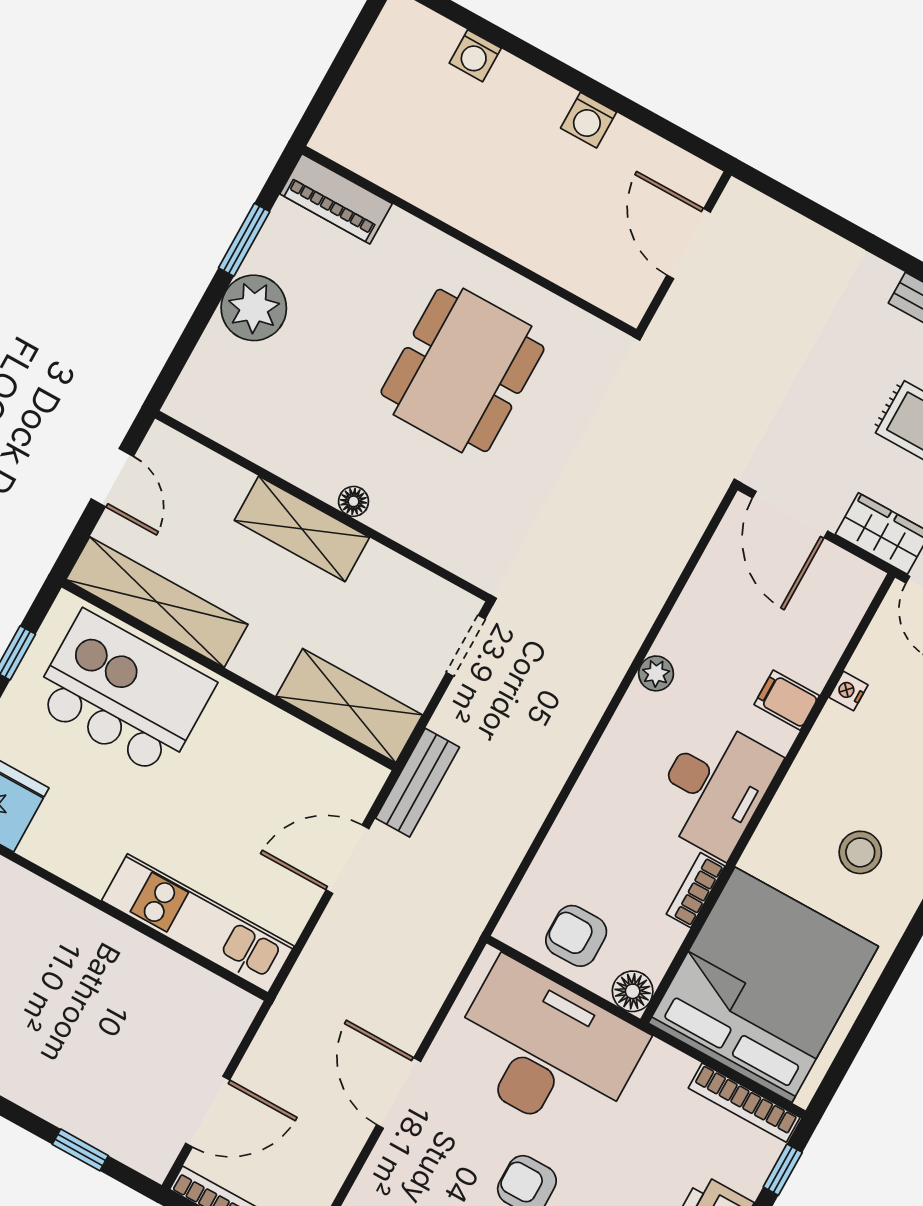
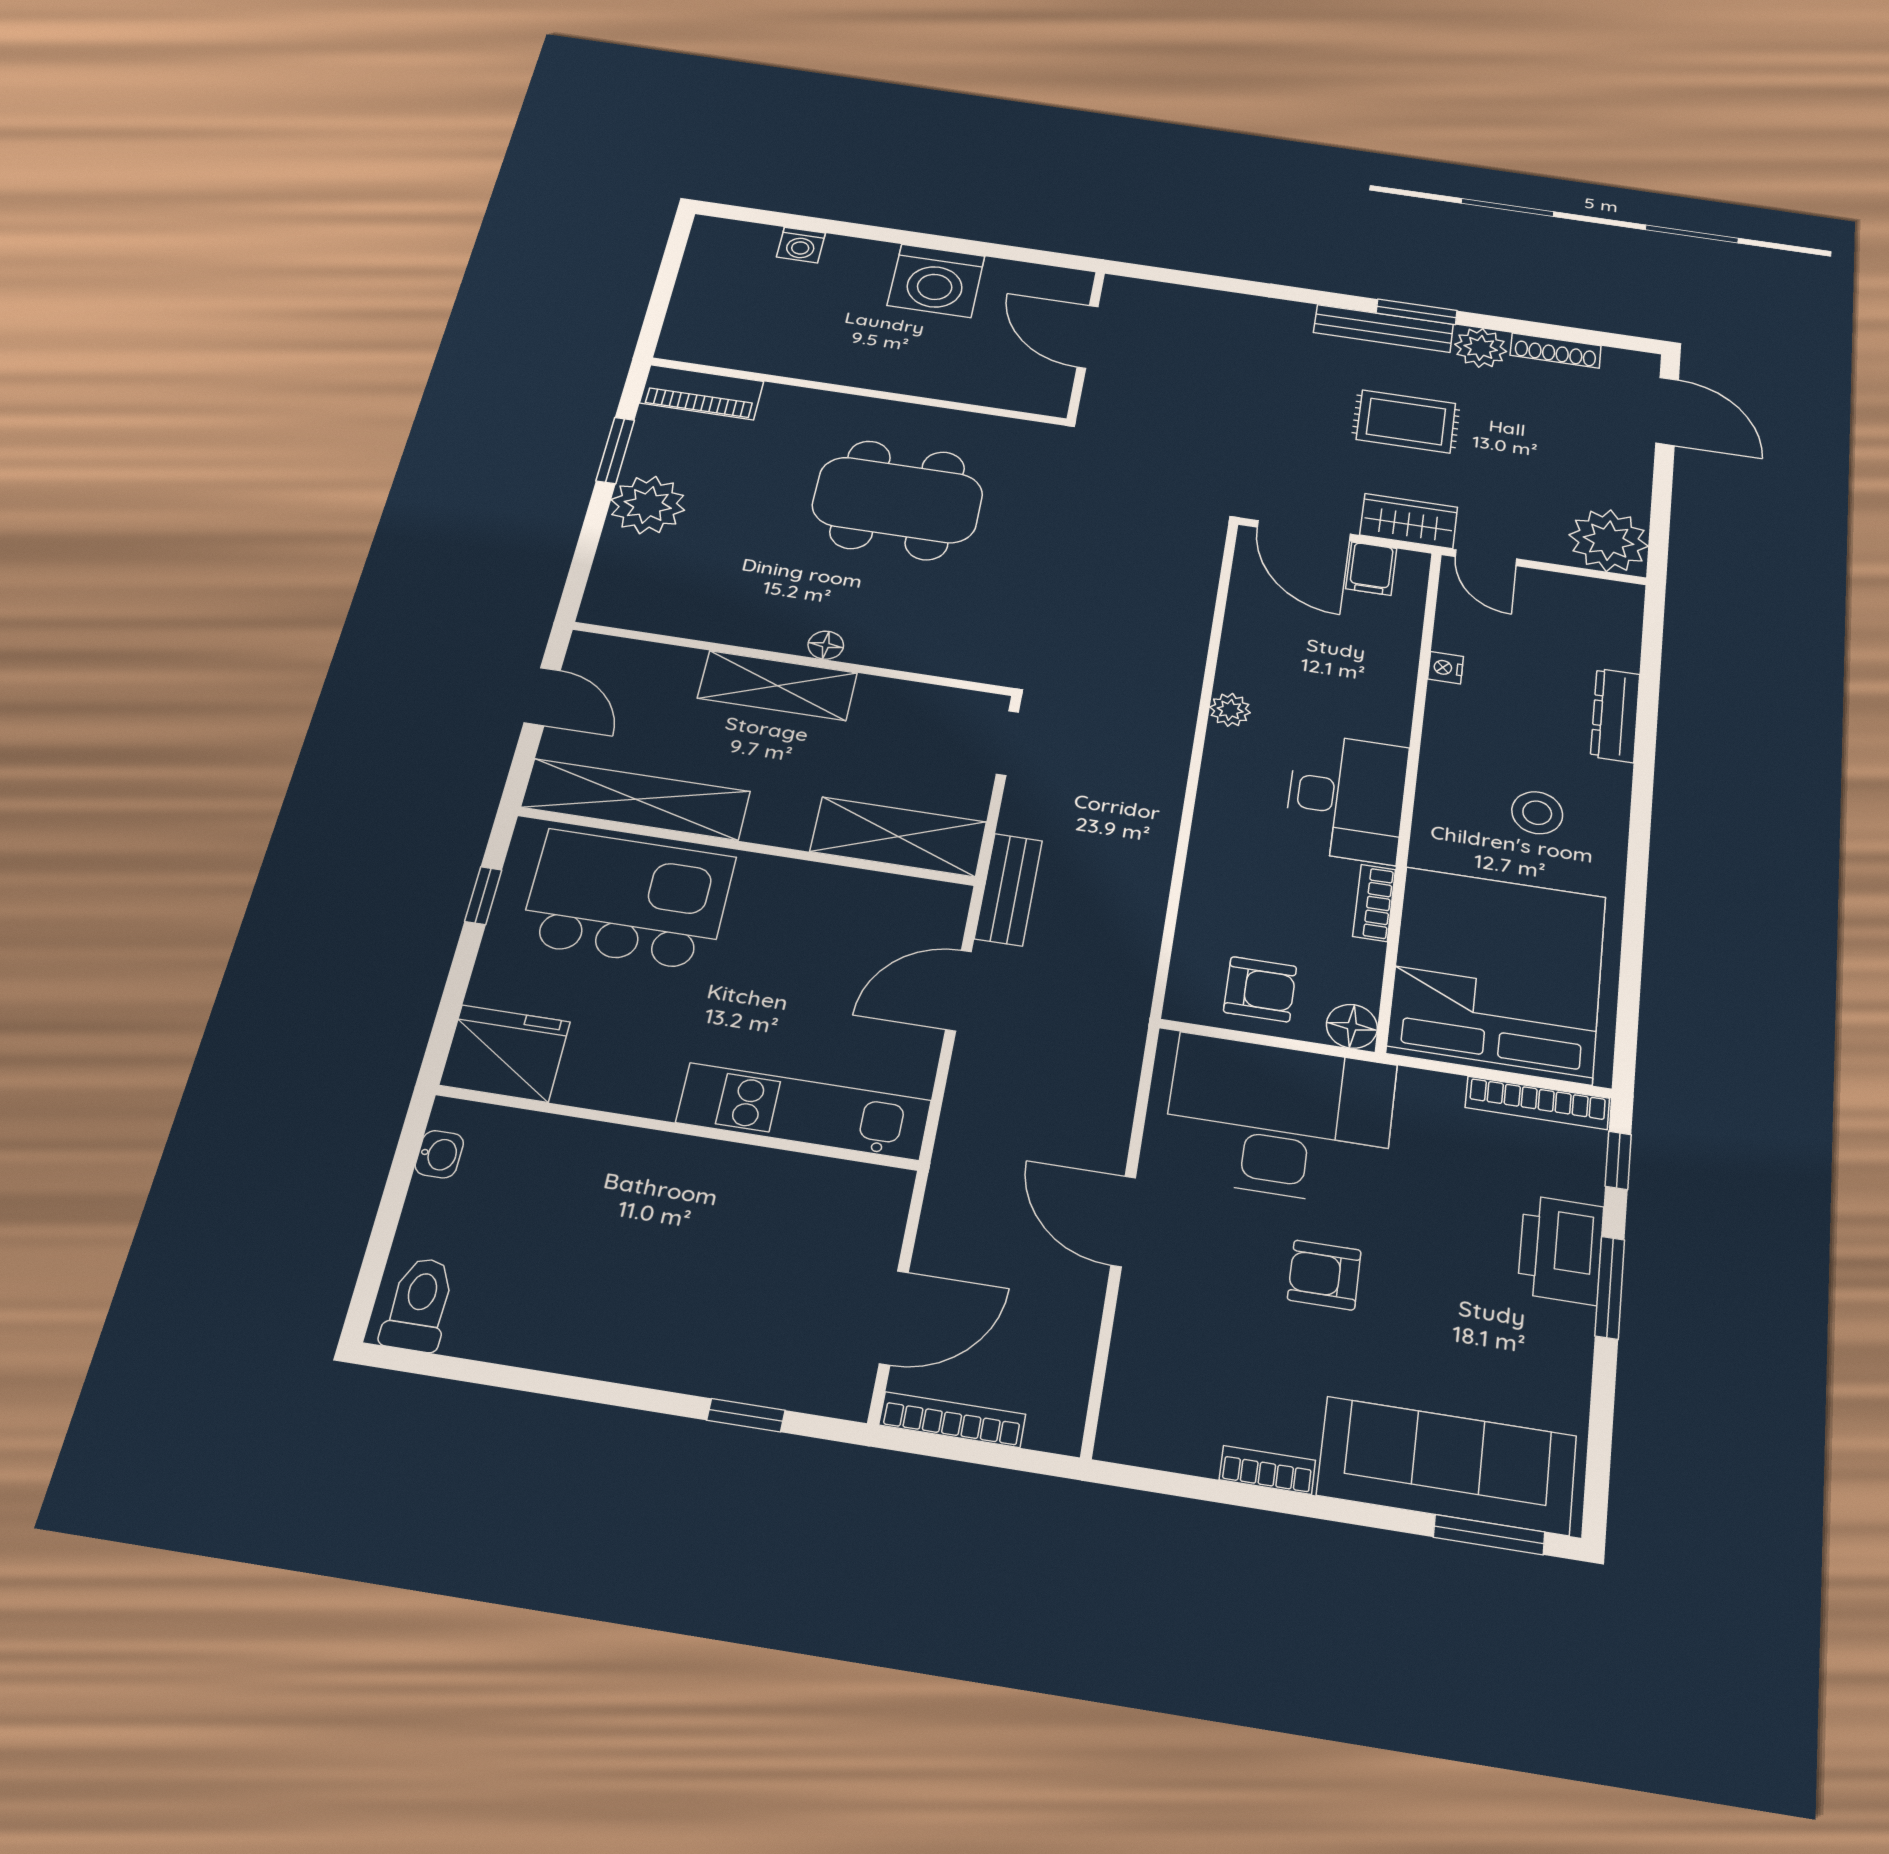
washing machine: (589, 120) -> (936, 281), width x1.89, depth x1.89
dining table: (462, 370) -> (897, 500), turned 90
filing cabinet: (787, 700) -> (1371, 569), moved, turned -90
armchair: (576, 936) -> (1260, 989), turned 180

